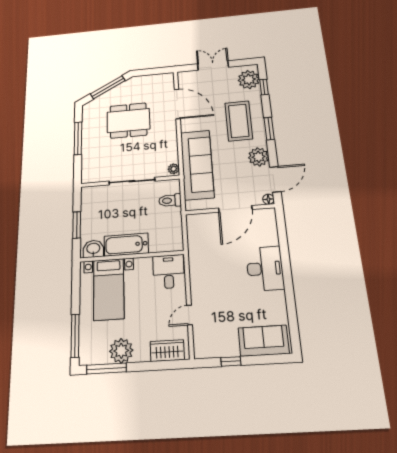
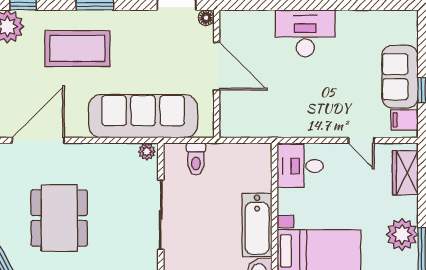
plant: (259, 157) -> (139, 25), removed
sofa: (264, 341) -> (400, 77), moved
filing cabinet: (207, 348) -> (404, 120), added

